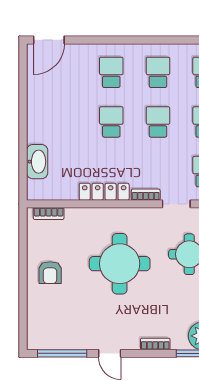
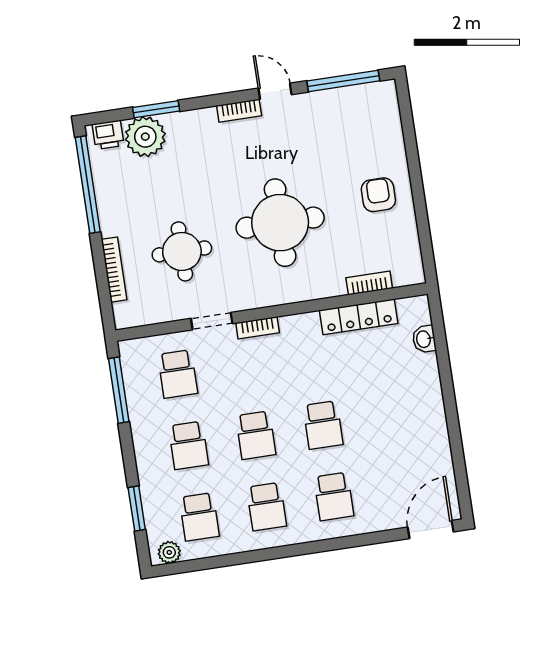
washbasin: (37, 162) -> (424, 339), width x0.52, depth x0.69
locker: (104, 192) -> (359, 317), moved
bookcase: (49, 214) -> (369, 283), moved
bookcase: (155, 344) -> (239, 111), moved

